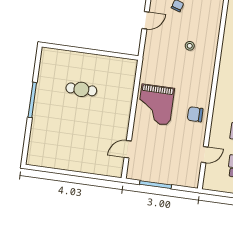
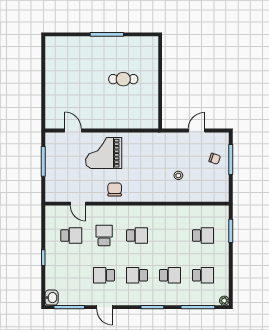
door: (146, 20) -> (197, 131), swing flipped
cafe table: (81, 89) -> (123, 79), turned 90
grand piano: (156, 105) -> (104, 153), moved

